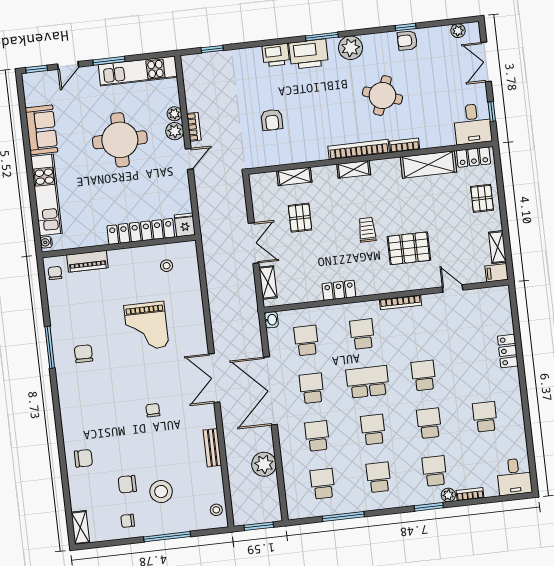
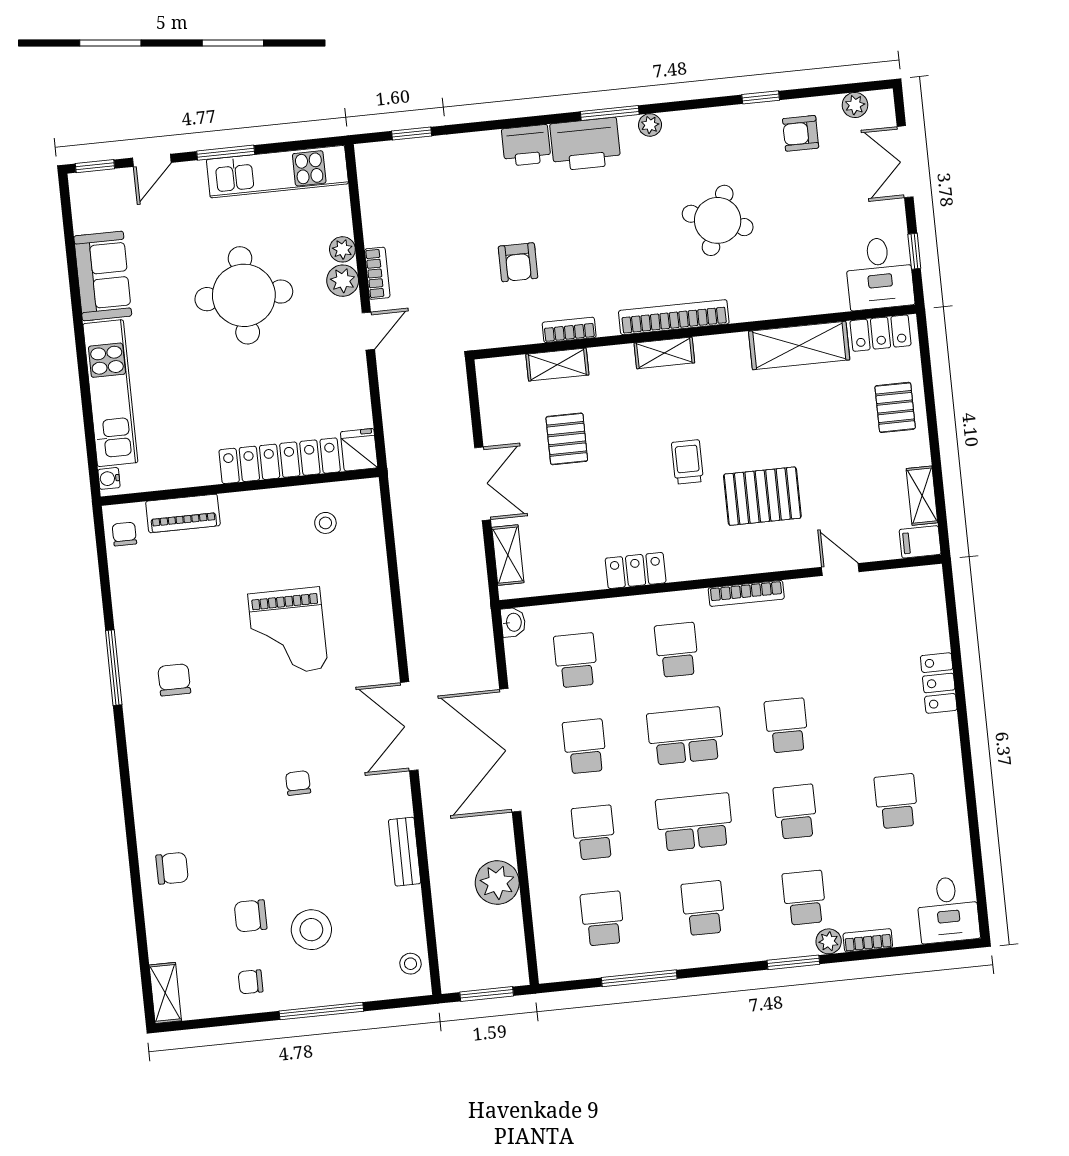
armchair: (407, 41) -> (801, 133), moved
plant: (350, 48) -> (650, 125), width x0.53, depth x0.53
bookcase: (405, 145) -> (569, 330), moved
school desk: (373, 430) -> (694, 822), width x1.85

